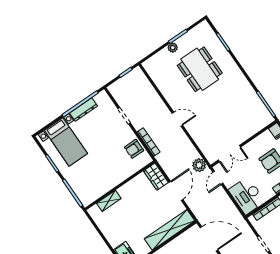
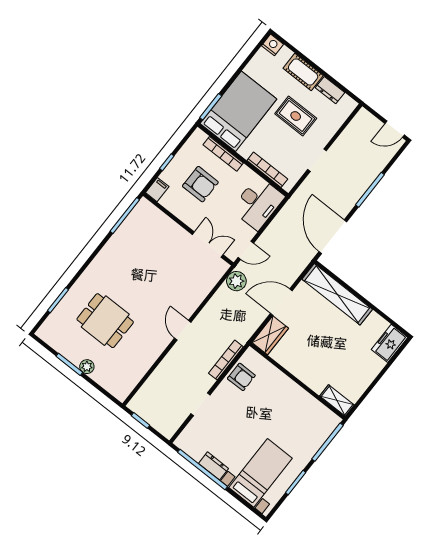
dining table: (200, 69) -> (105, 321), width x0.73
dresser: (84, 110) -> (213, 466), width x0.70
shelving: (109, 201) -> (337, 400), moved

